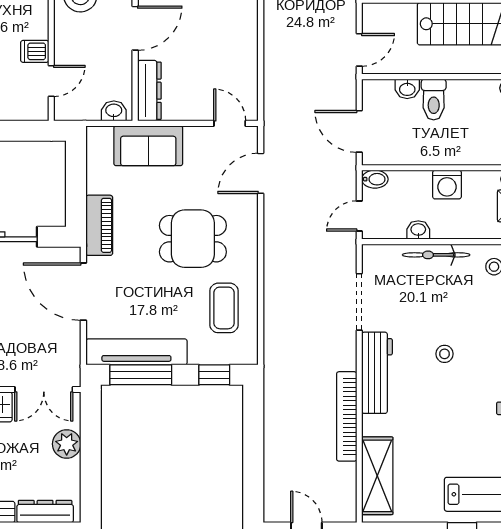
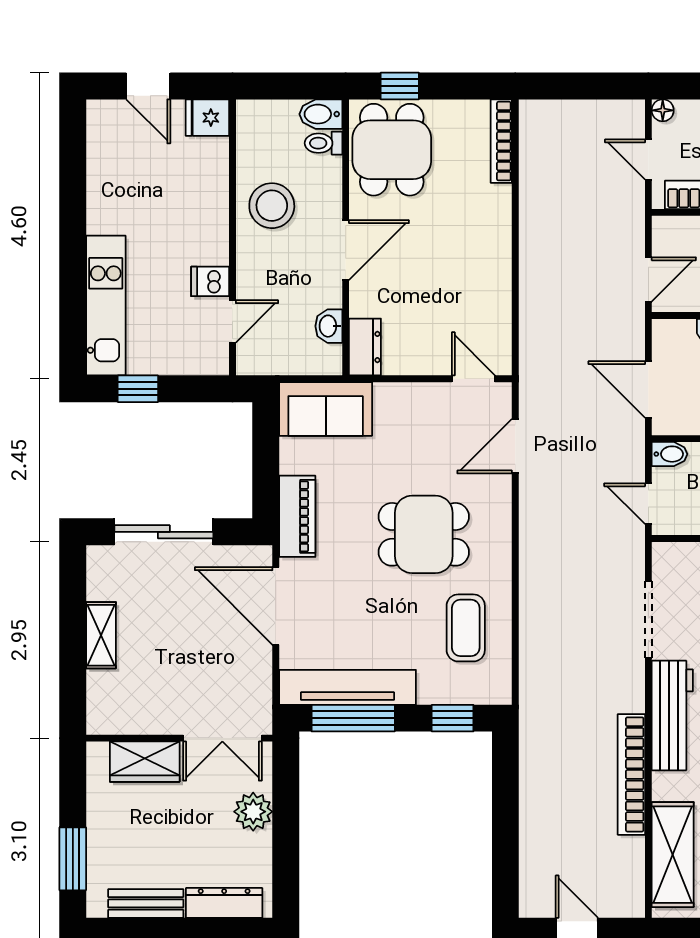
dresser: (149, 91) -> (365, 347), width x0.70
washbasin: (114, 111) -> (329, 326), moved, turned -90
sofa: (148, 146) -> (326, 409), moved
door: (359, 216) -> (648, 504), hinge flipped

